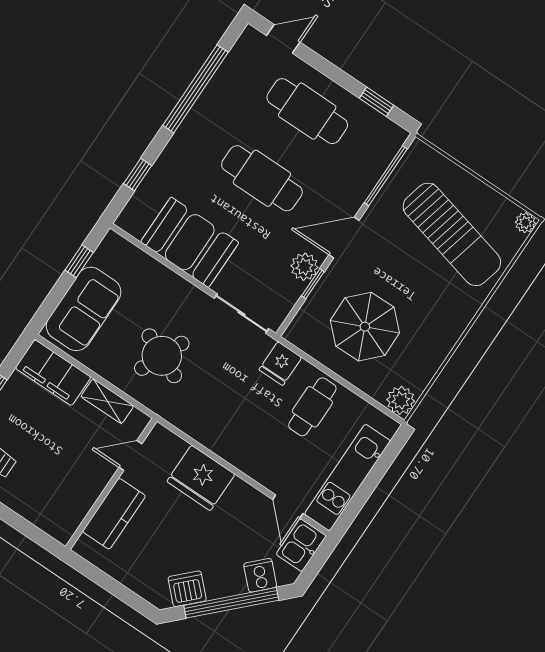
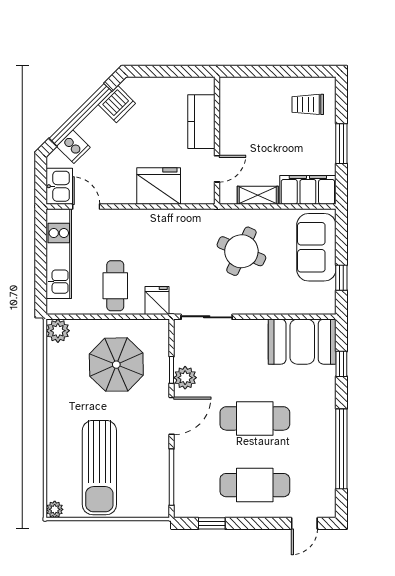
sun lounger: (452, 234) -> (99, 468), turned -104
booth: (190, 242) -> (302, 342), moved

